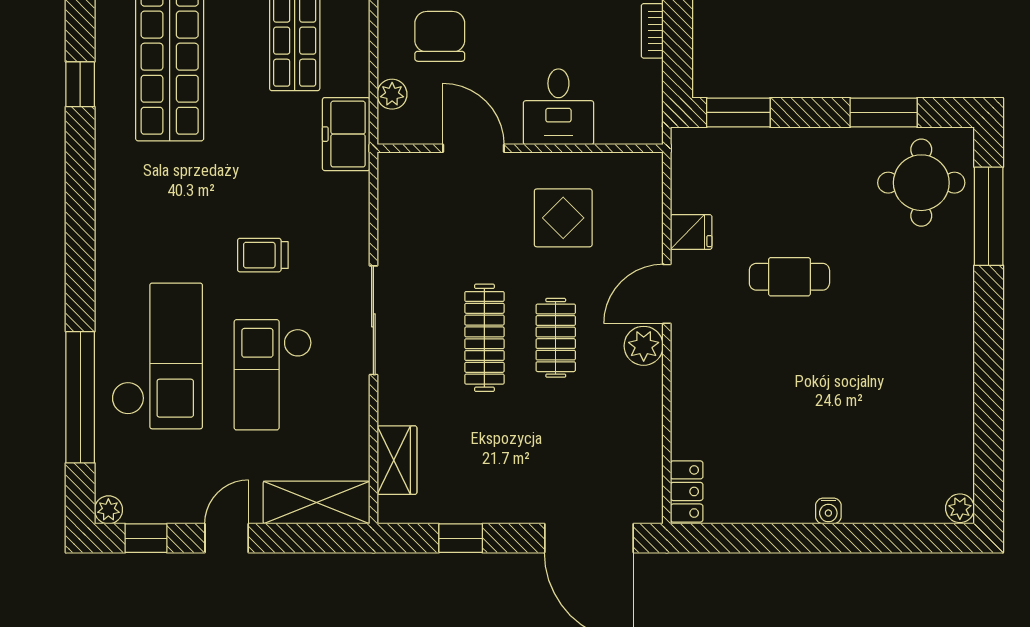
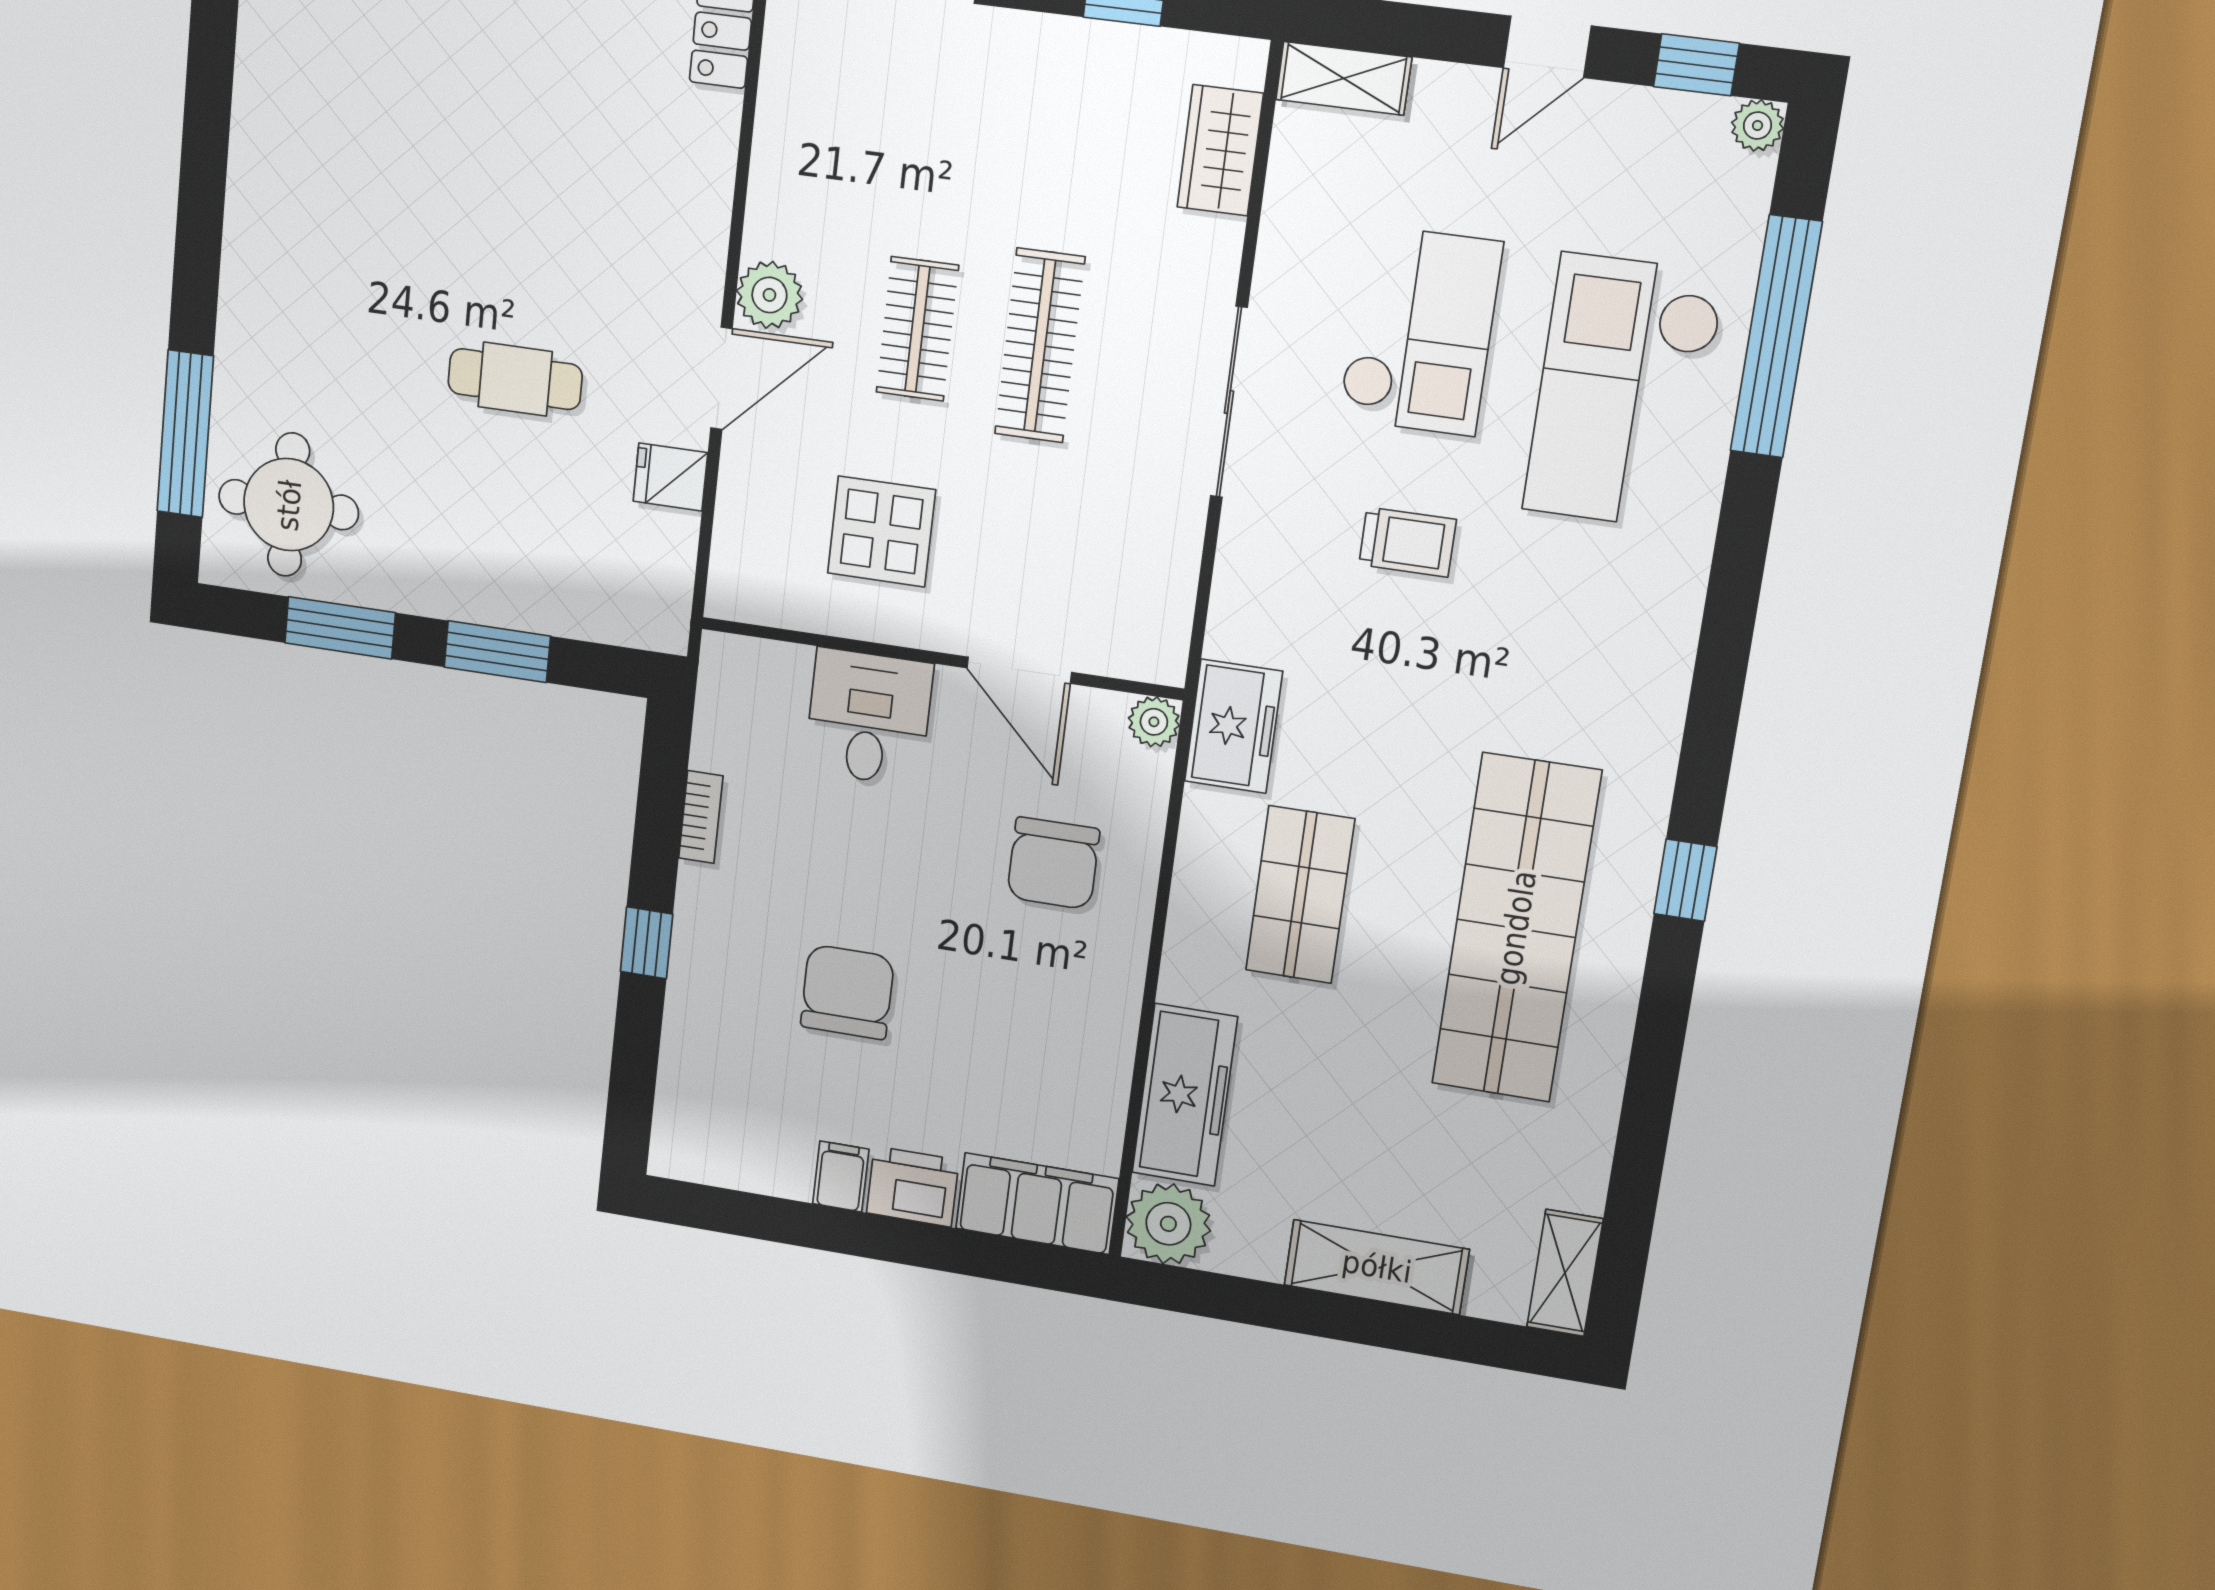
plant: (392, 94) -> (1154, 722), moved
window: (738, 112) -> (497, 652), moved
shelving: (316, 502) -> (1344, 78), width x0.67, depth x0.75

